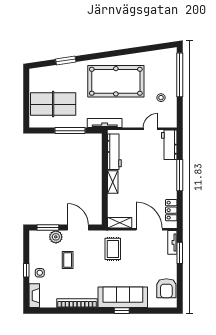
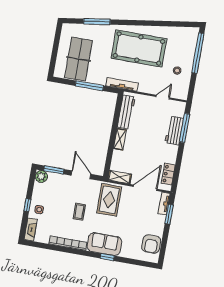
window: (66, 61) -> (97, 22), width x1.44
table tennis table: (53, 104) -> (78, 59), turned 90
workbench: (169, 145) -> (174, 131), moved
window: (180, 175) -> (185, 128), moved
door: (149, 229) -> (145, 188), hinge flipped
plant: (56, 237) -> (41, 176), moved
rug: (113, 249) -> (109, 200), width x1.36, depth x1.43
coffee table: (68, 260) -> (79, 212), moved
sofa: (123, 297) -> (104, 244), width x0.73

